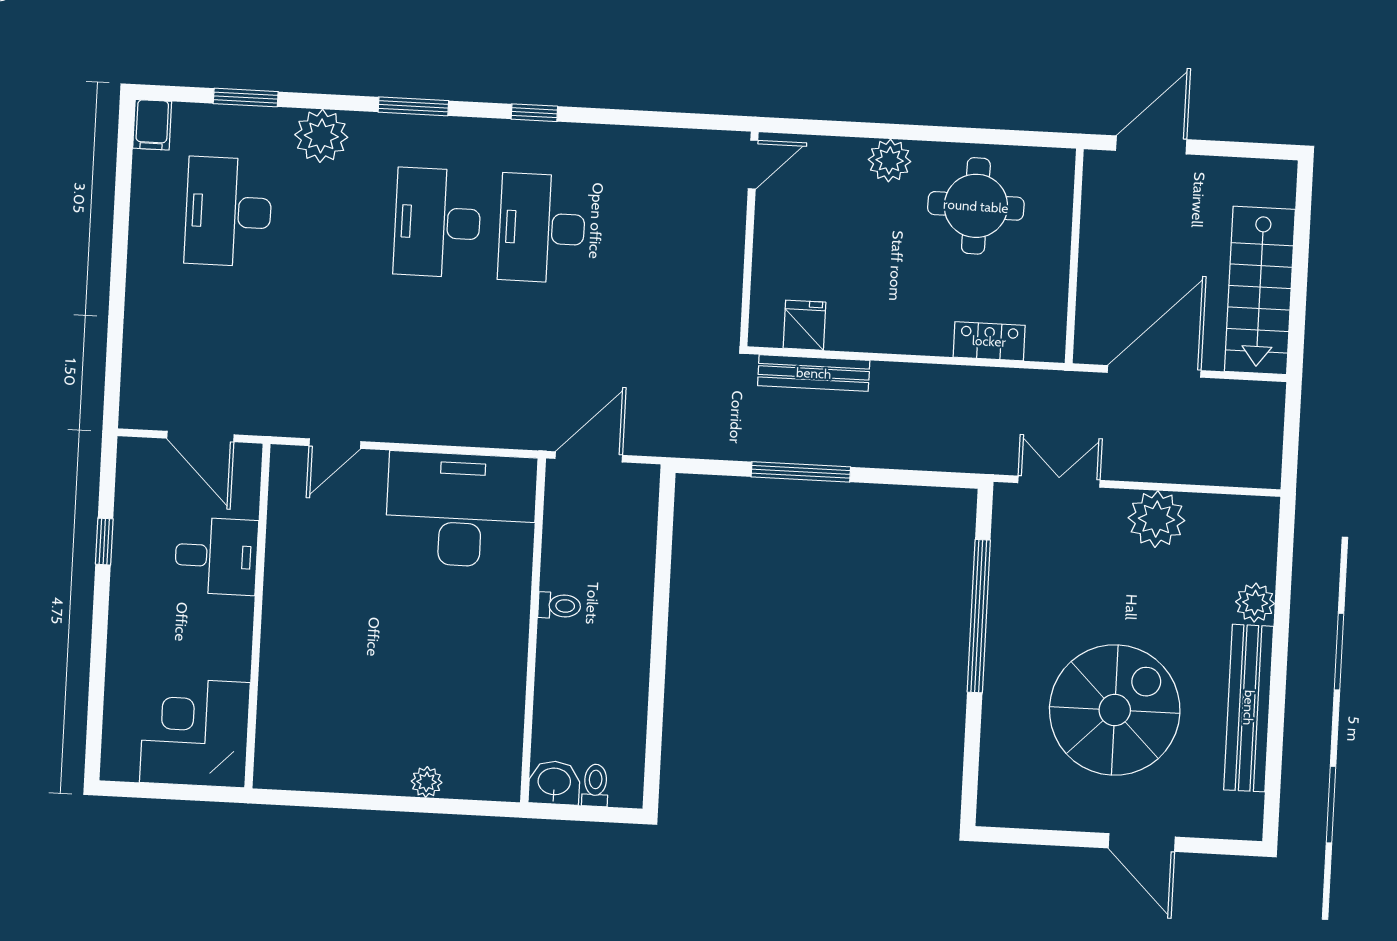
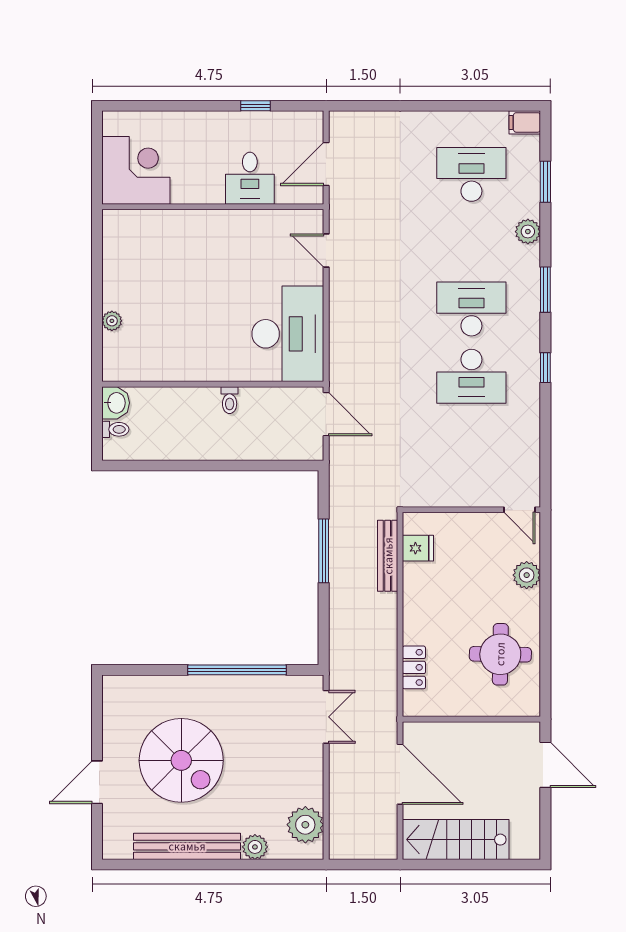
plant: (321, 136) -> (528, 232), width x0.73, depth x0.73
plant: (890, 160) -> (527, 575), moved
desk: (542, 228) -> (471, 376), turned 180
plant: (1156, 519) -> (305, 825), moved

